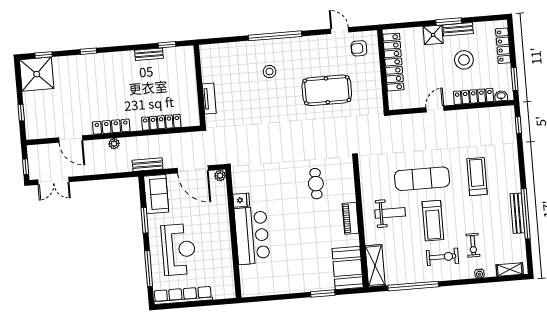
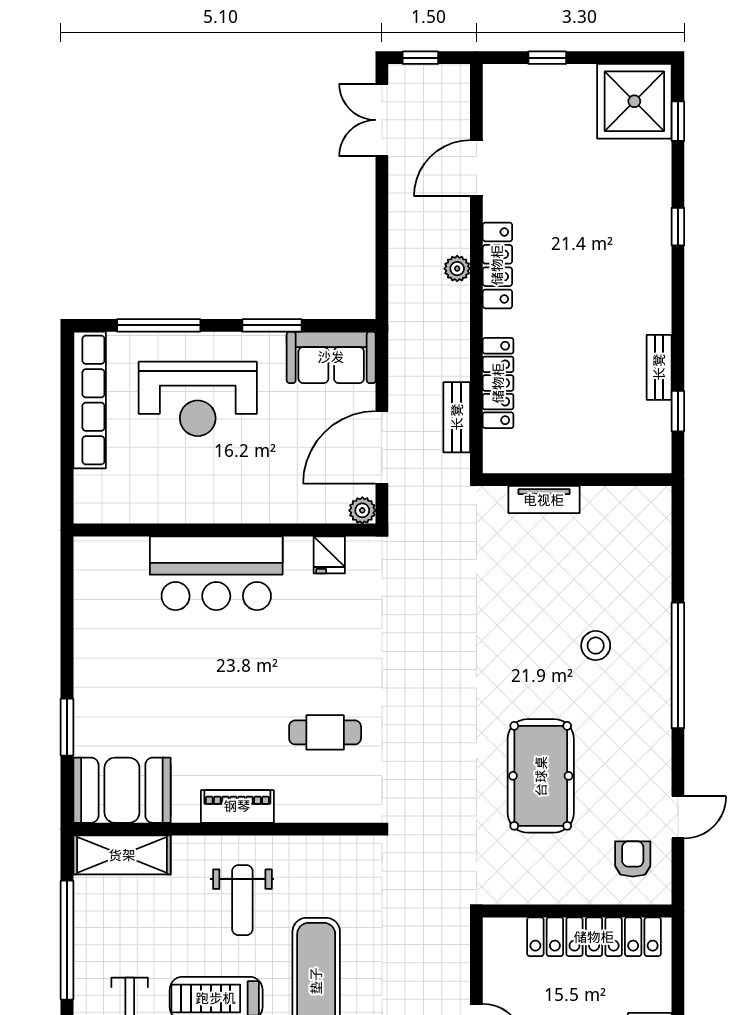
bench: (148, 165) -> (457, 417), moved
fridge: (241, 200) -> (329, 555), moved

